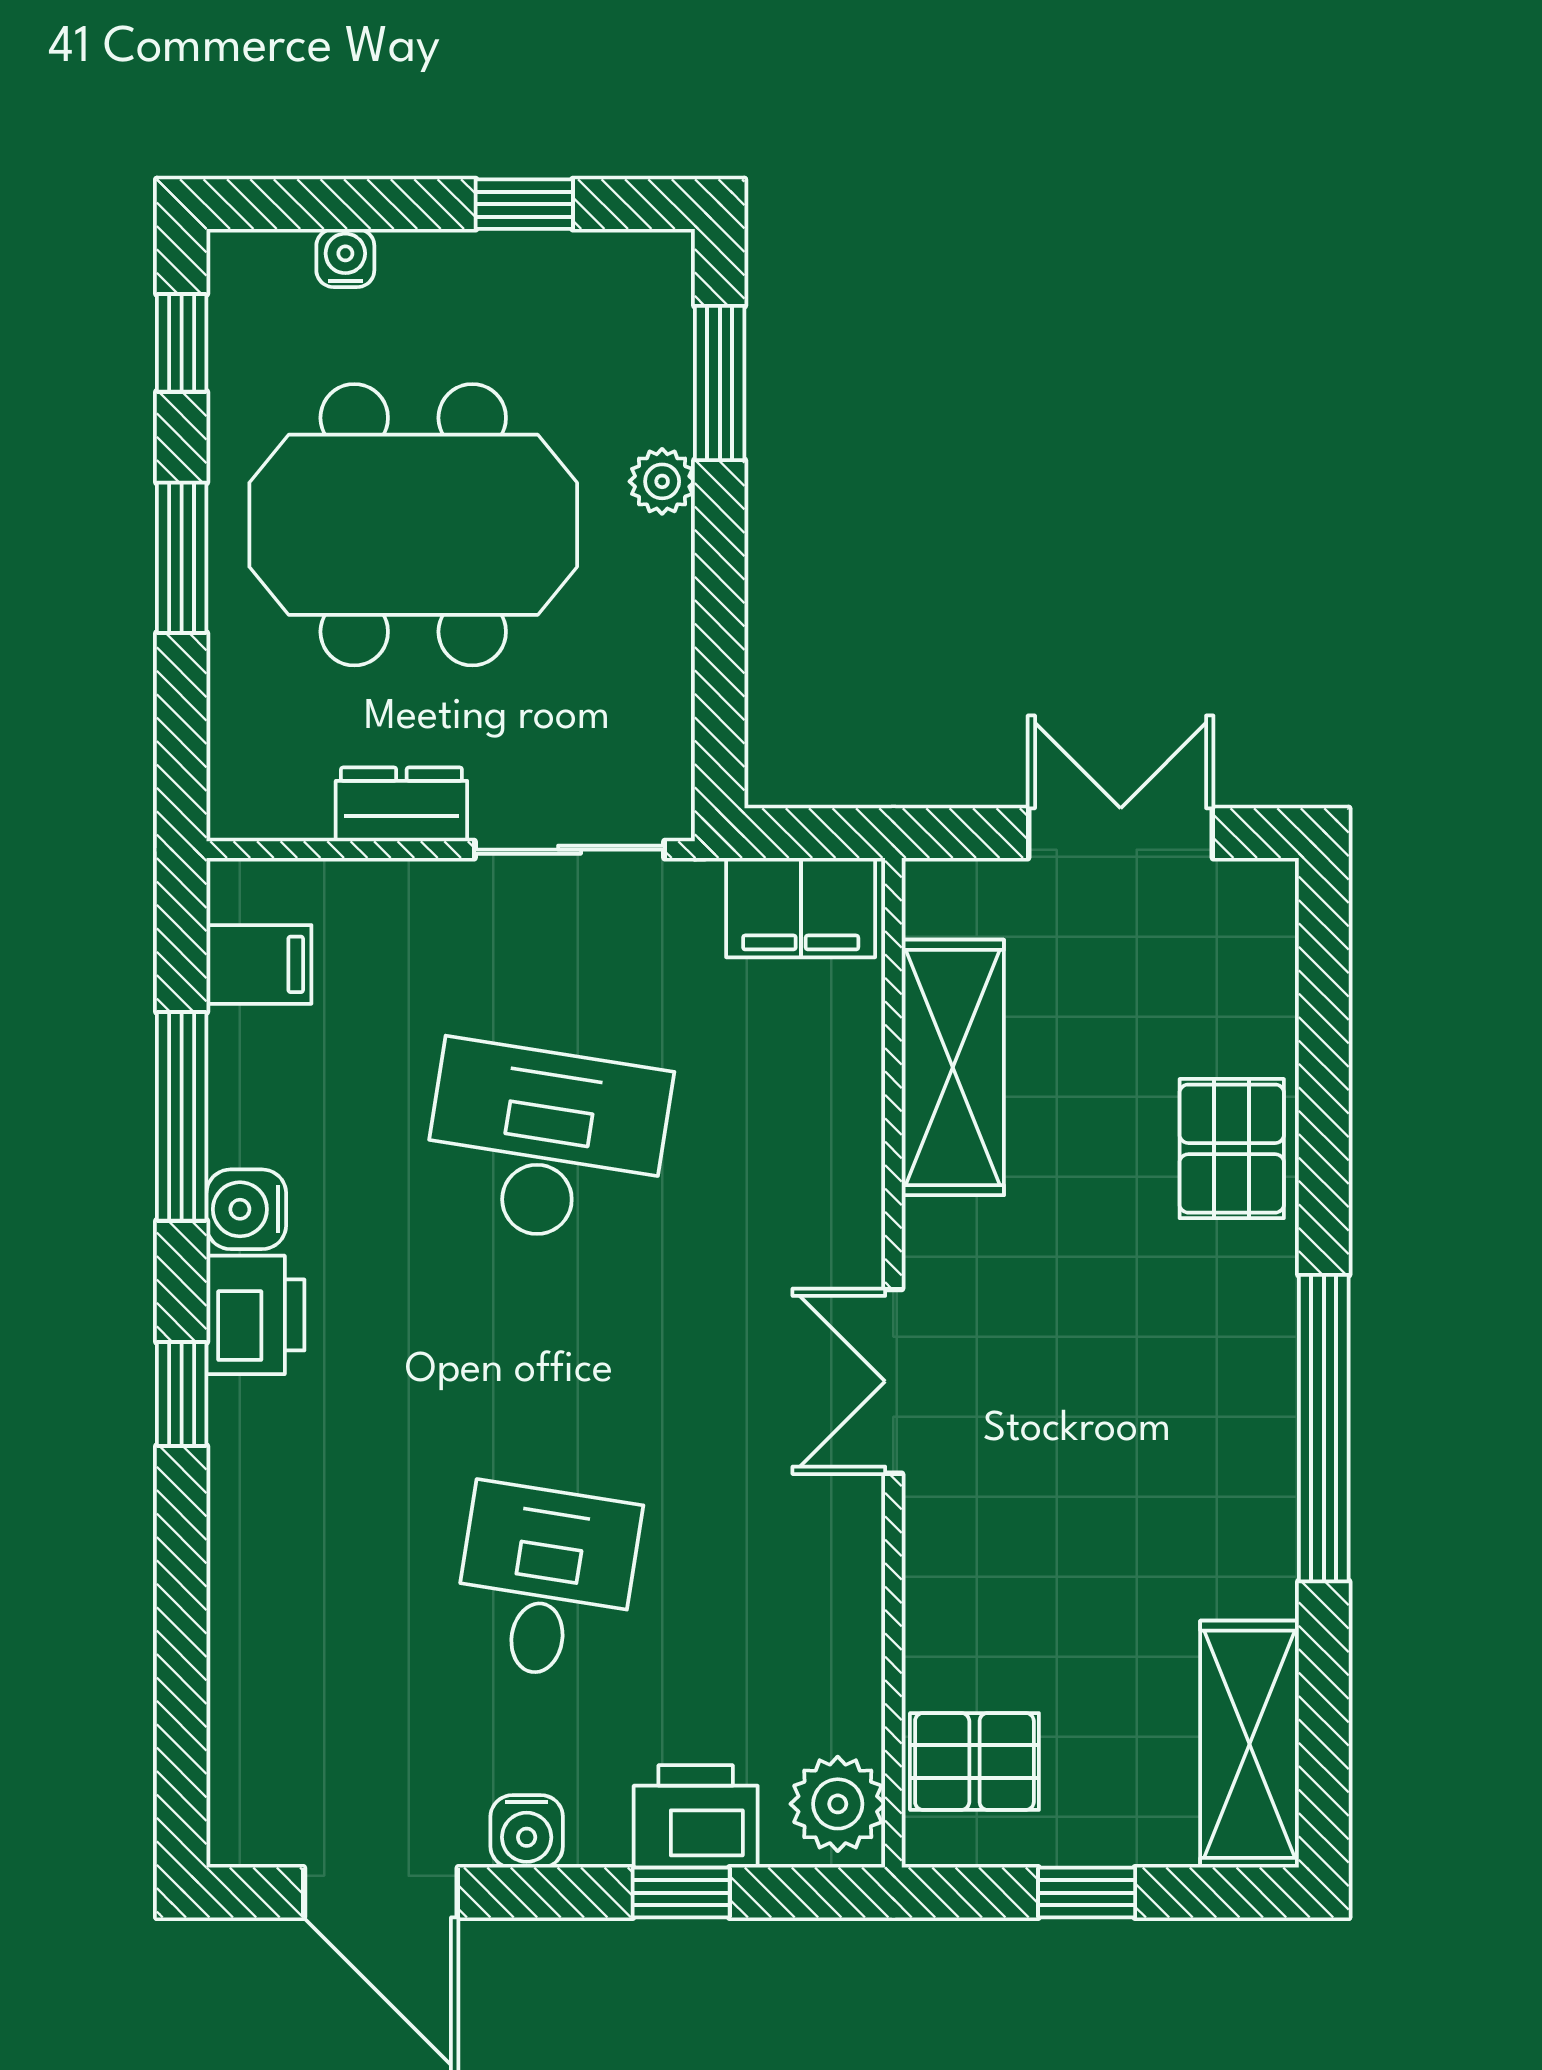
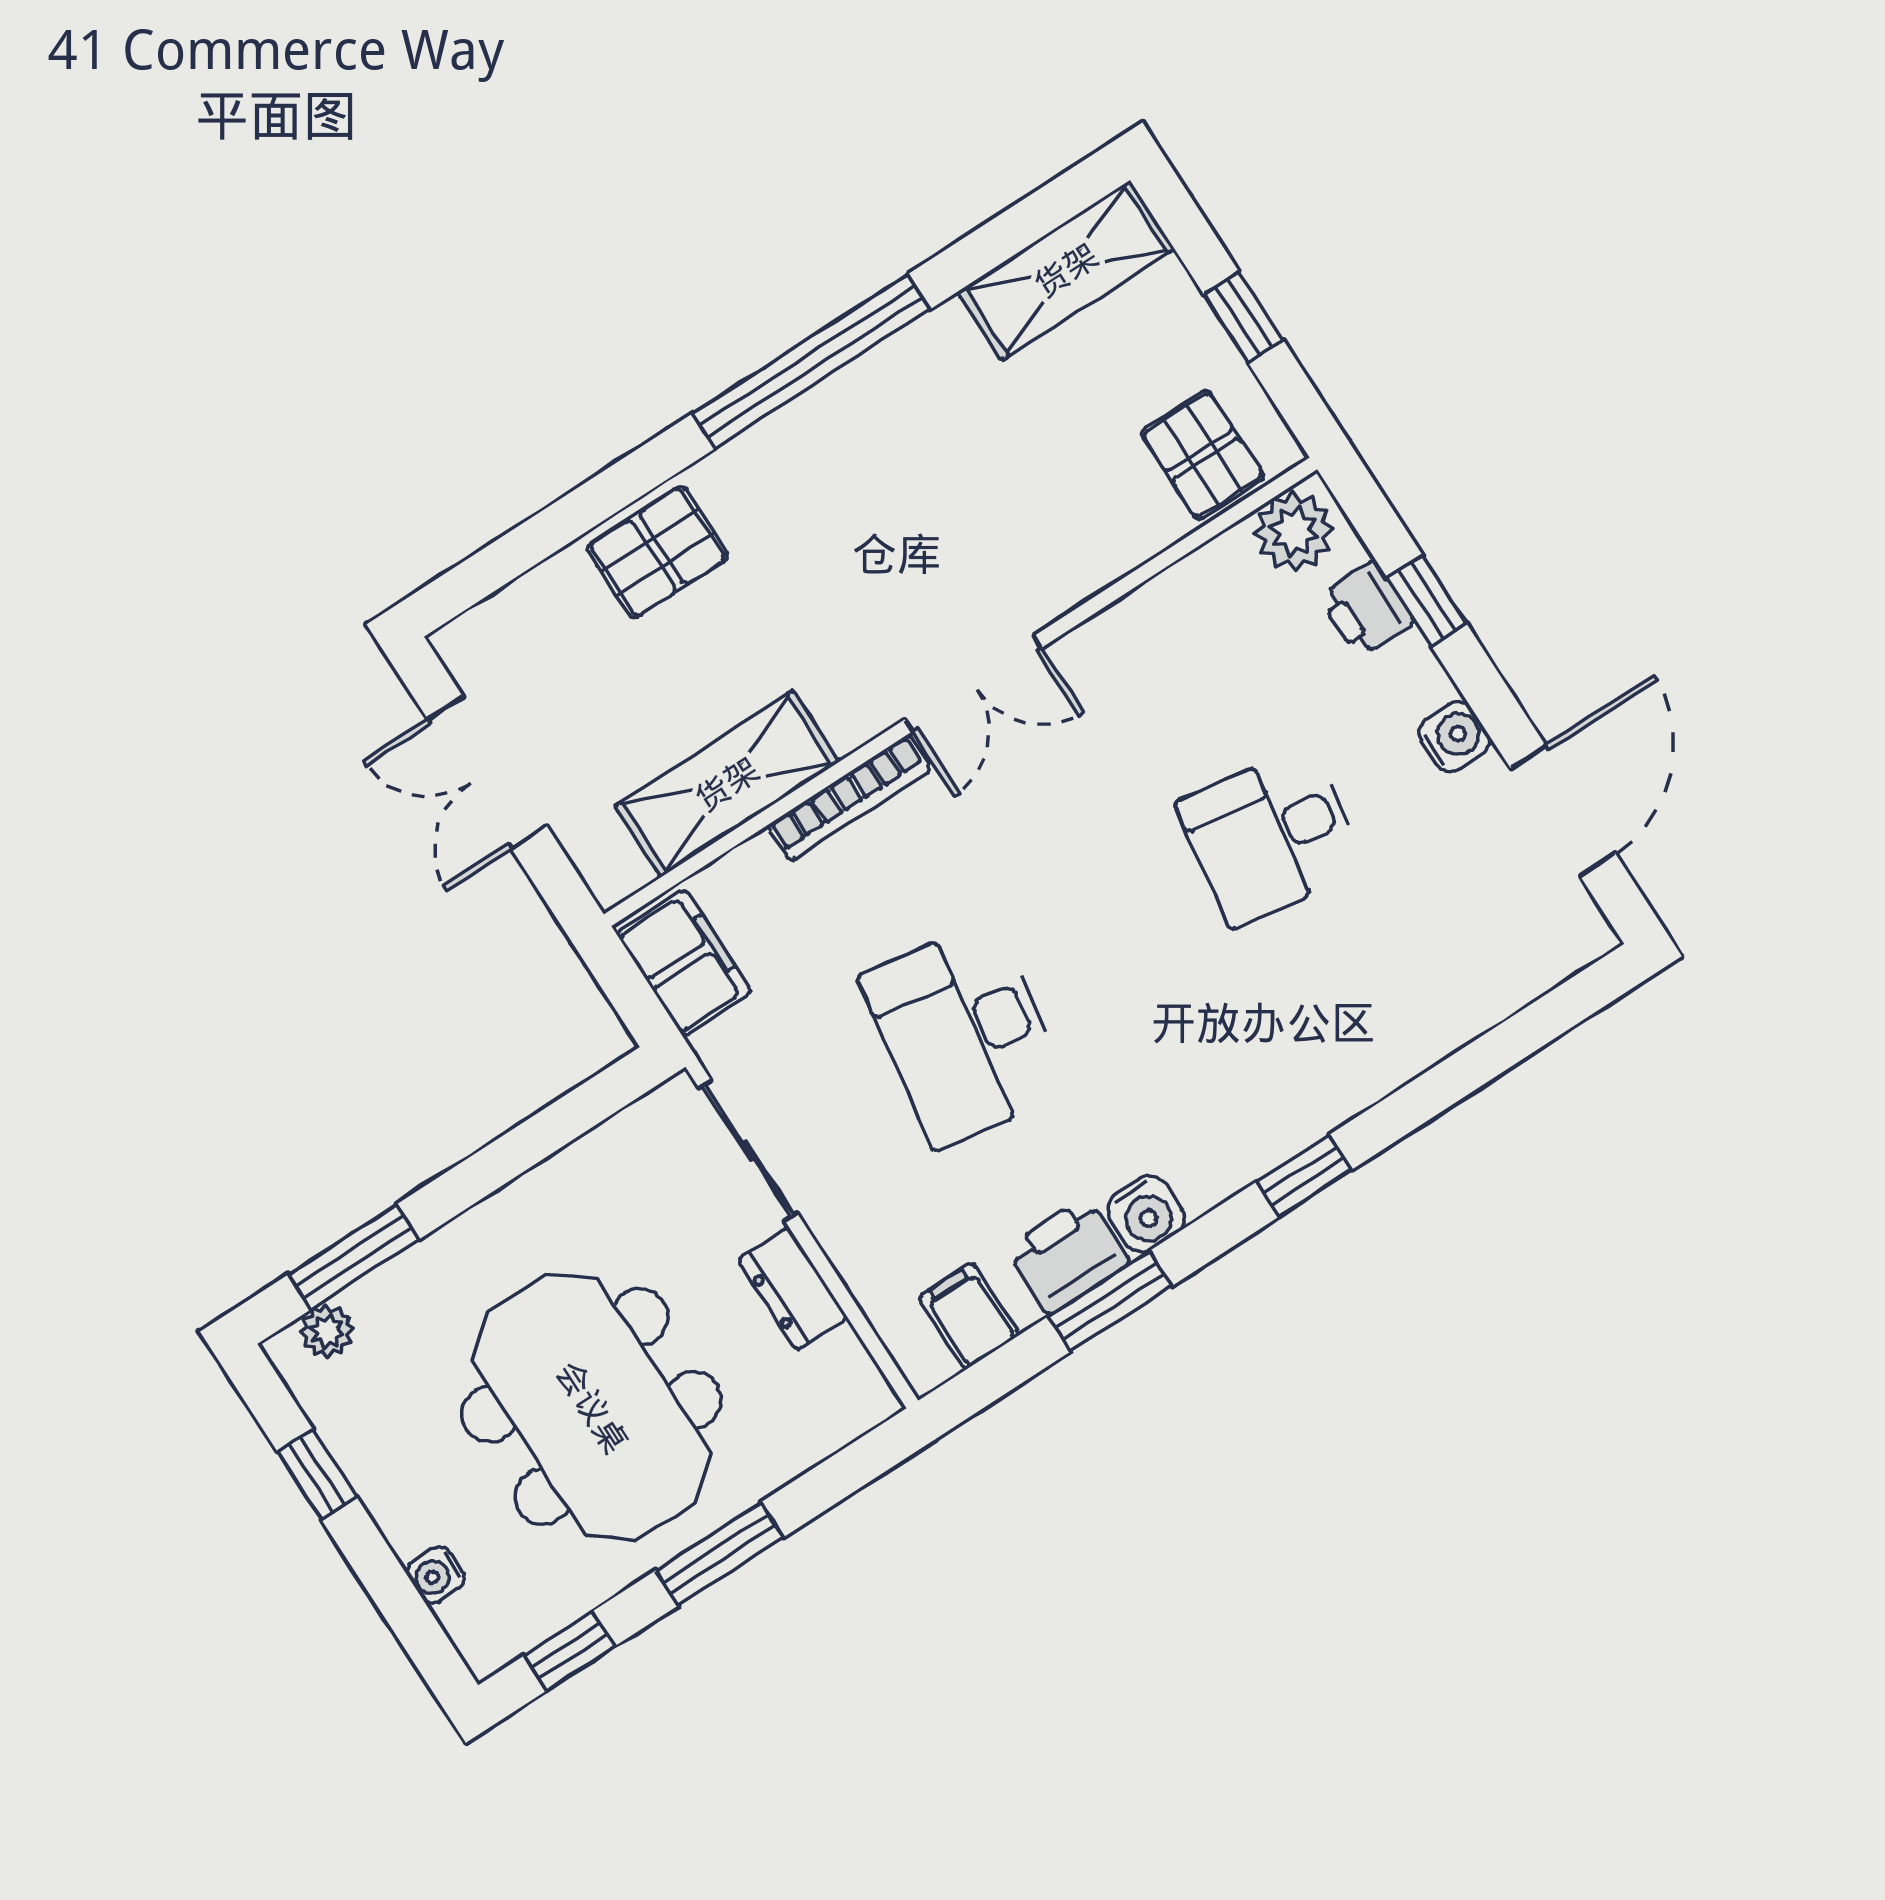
plant: (662, 481) -> (327, 1331), moved
window: (182, 1116) -> (1110, 1301), width x0.69
bookcase: (859, 1182) -> (849, 798), added
printer: (255, 1315) -> (1068, 1255), moved
printer: (696, 1816) -> (1367, 609), width x0.73, depth x0.81

